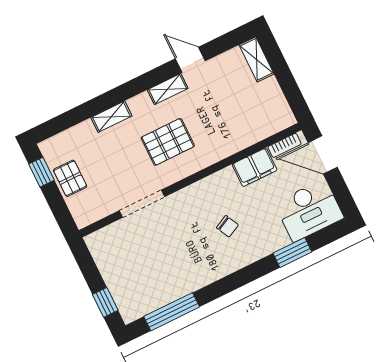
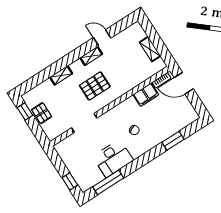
shelving: (256, 59) -> (150, 49), moved
desk: (309, 210) -> (113, 158), moved

